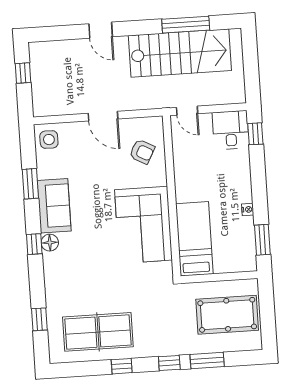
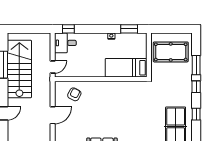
corner sofa: (143, 225) -> (116, 96), removed
pool table: (227, 315) -> (171, 52), turned 90

